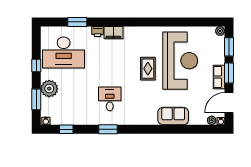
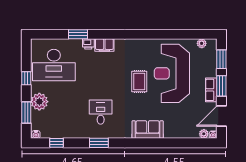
window: (77, 22) -> (78, 34), moved
plant: (220, 31) -> (202, 43), moved
reception desk: (180, 61) -> (172, 73), turned 180
sofa: (173, 116) -> (148, 130), moved

